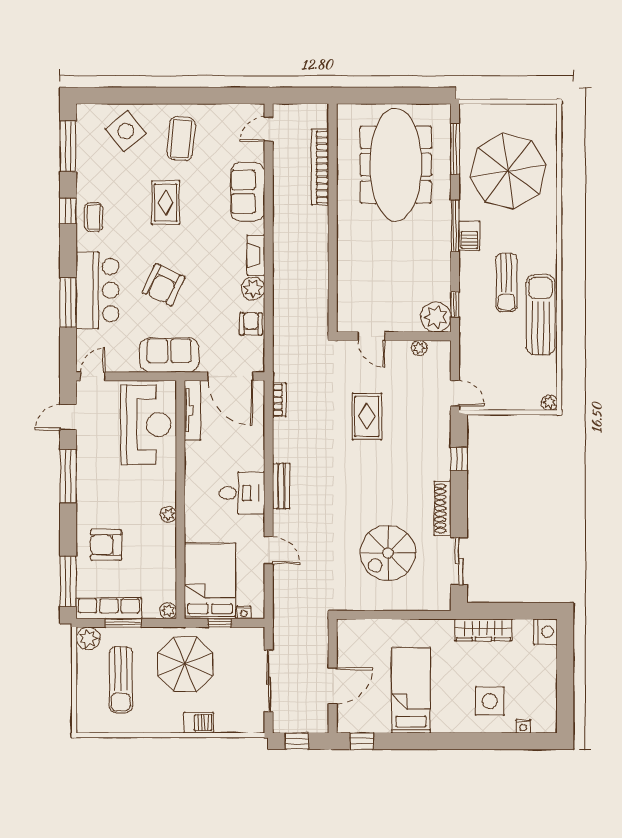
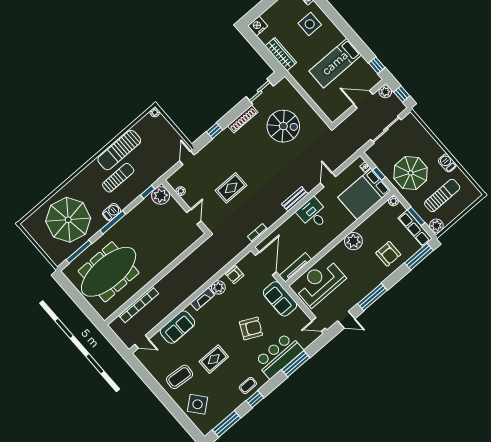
plant: (168, 514) -> (353, 241), width x1.88, depth x1.88
barbecue: (199, 723) -> (447, 163), moved
plant: (318, 723) -> (385, 92), added

